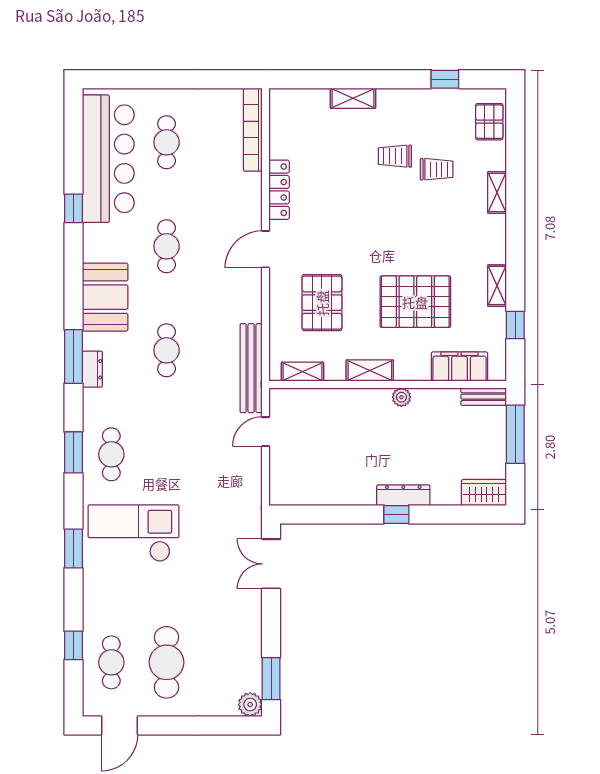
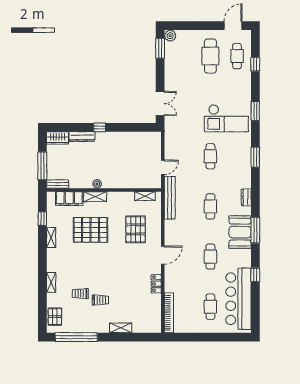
window: (445, 79) -> (76, 337), width x3.17
locker: (279, 190) -> (156, 284), width x0.66
window: (73, 356) -> (255, 230), moved
shelving: (370, 371) -> (95, 197), moved
cafe table: (111, 454) -> (210, 156), moved
dresser: (403, 495) -> (82, 137), moved

